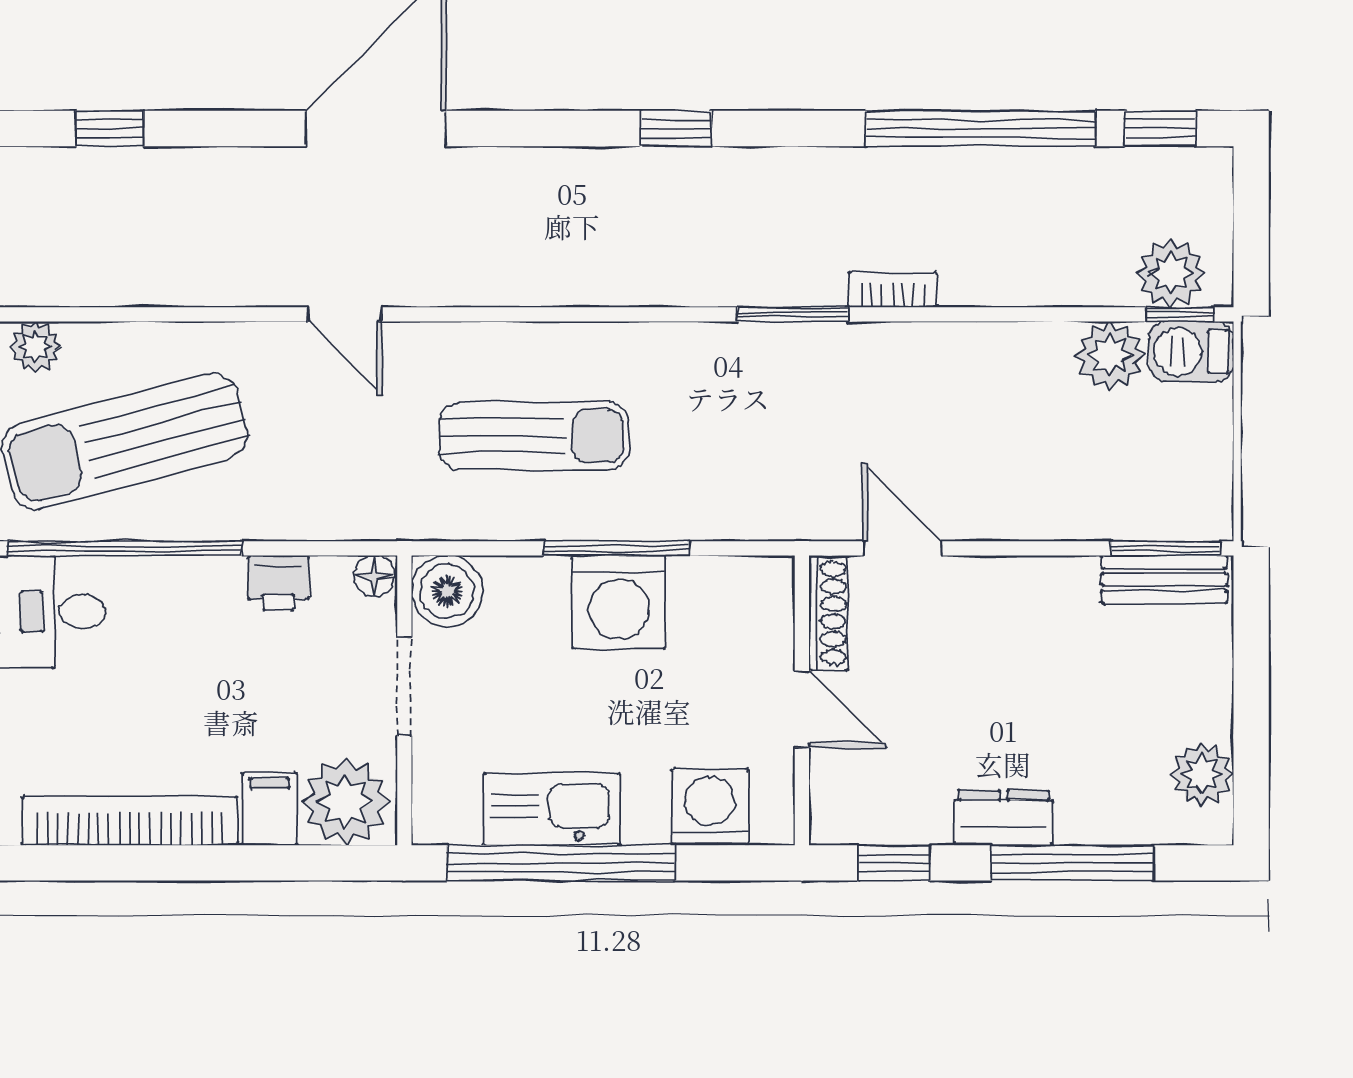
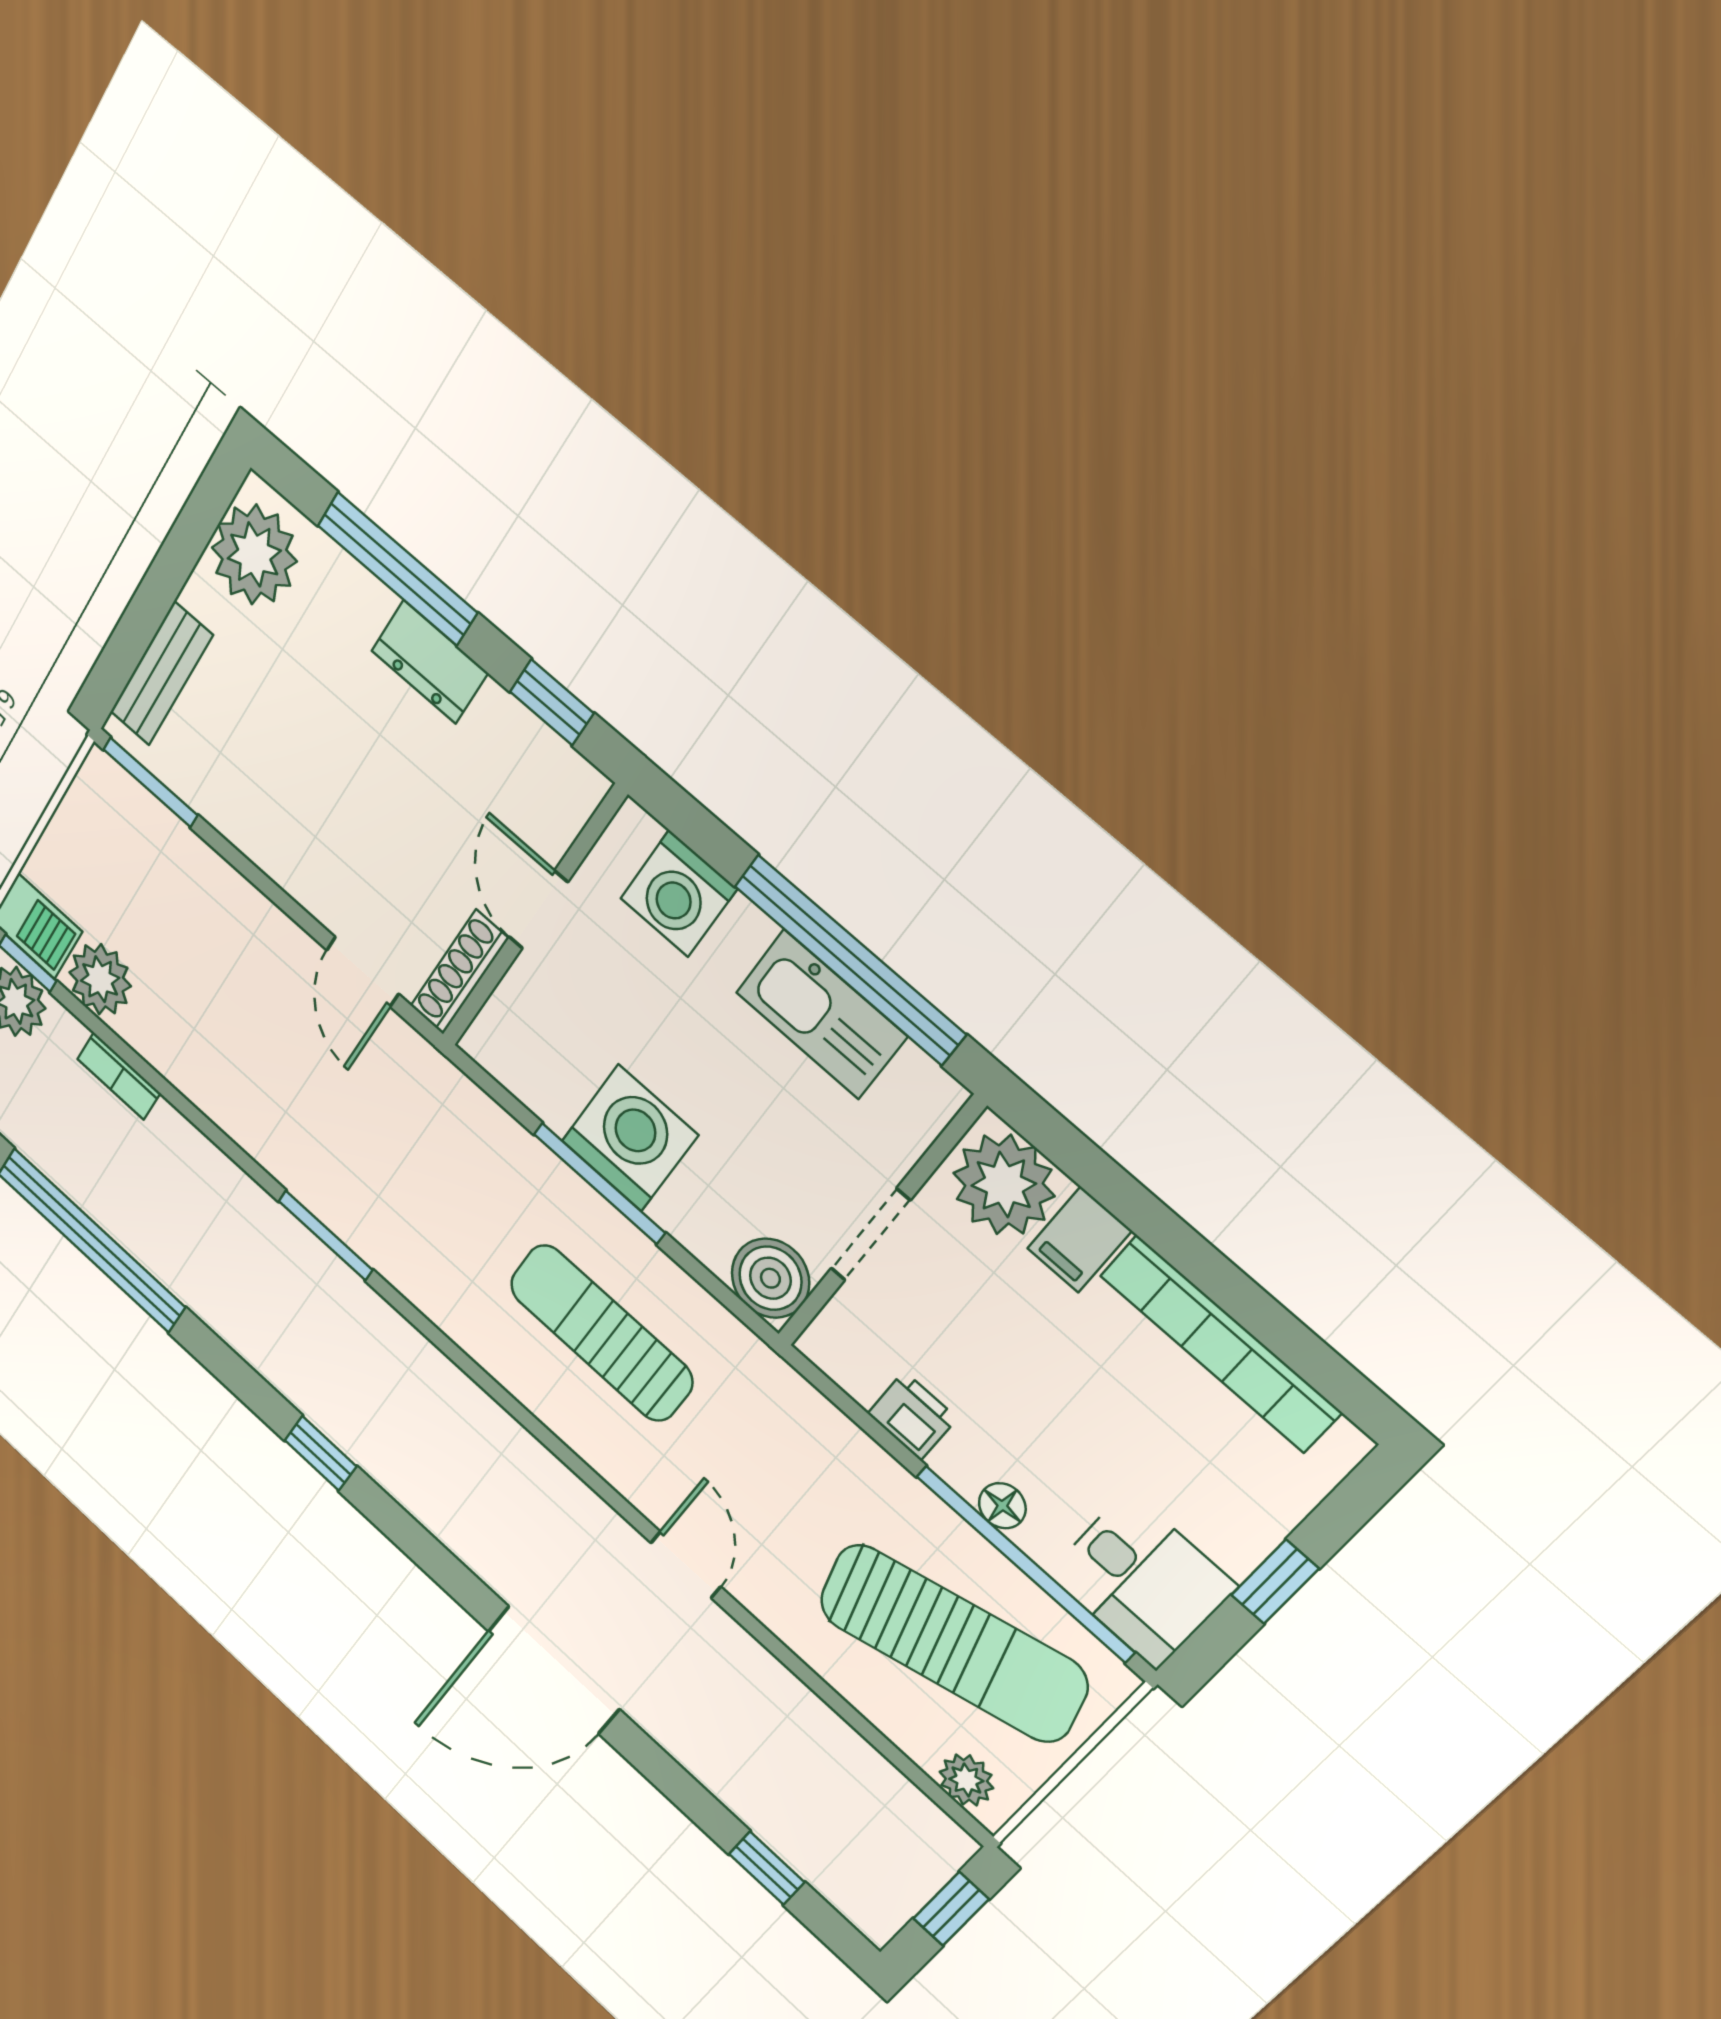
bookcase: (893, 290) -> (119, 1076), moved
floor lamp: (374, 576) -> (1002, 1506), moved
bench: (1164, 579) -> (161, 674), moved, turned 90
plant: (1202, 774) -> (254, 554), width x1.36, depth x1.36

